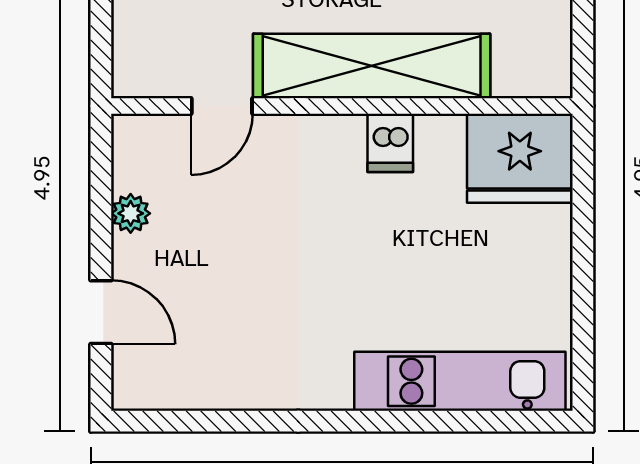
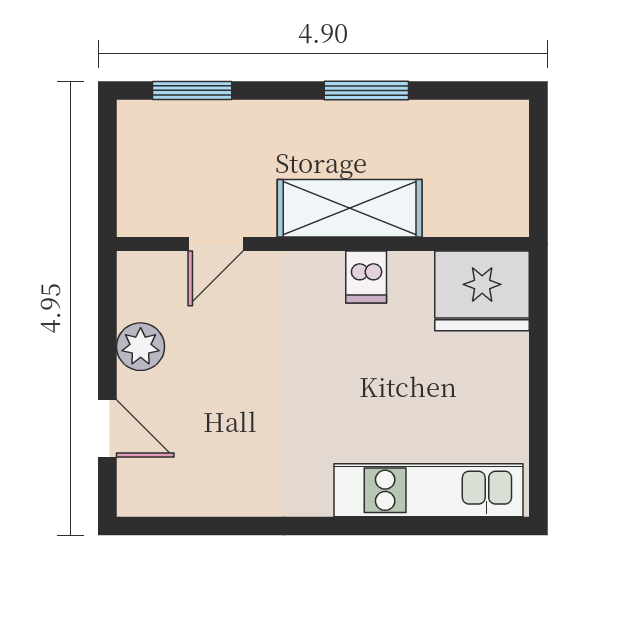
shelving: (372, 66) -> (350, 208), width x0.68
plant: (131, 213) -> (141, 347), width x1.38, depth x1.38

